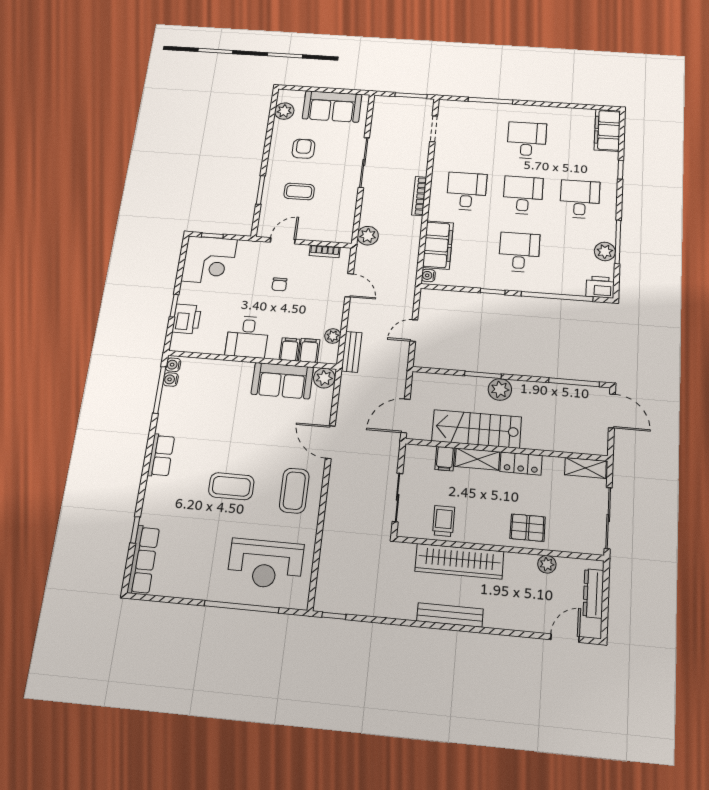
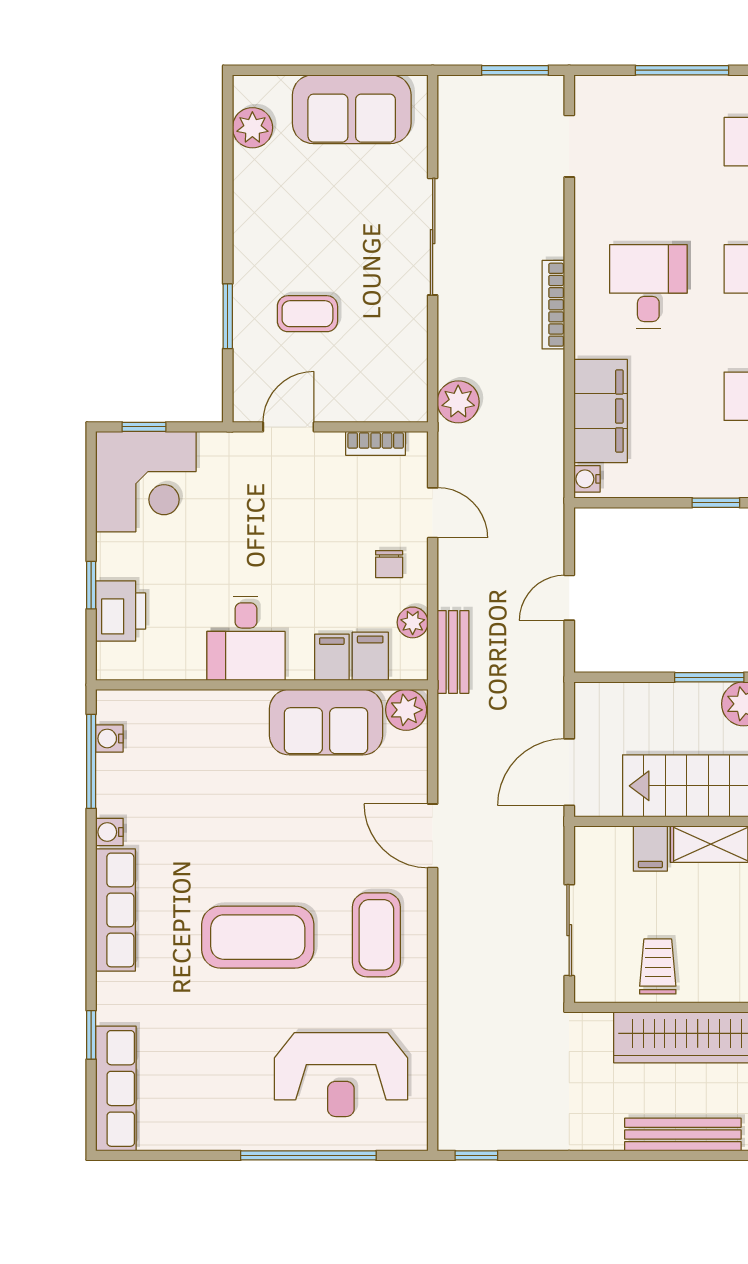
armchair: (303, 149) -> (304, 214), removed
chair: (279, 284) -> (389, 564), moved
water cooler: (173, 365) -> (109, 832), moved
row of seats: (161, 455) -> (116, 910), width x1.48
coffee table: (231, 486) -> (258, 937), width x1.36, depth x1.32

